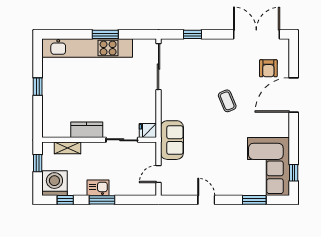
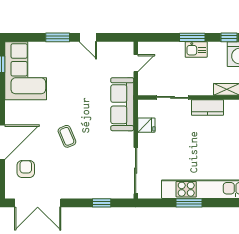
fridge: (148, 130) -> (146, 125), moved
sofa: (172, 140) -> (122, 104), width x1.36
window: (254, 200) -> (58, 37), moved

